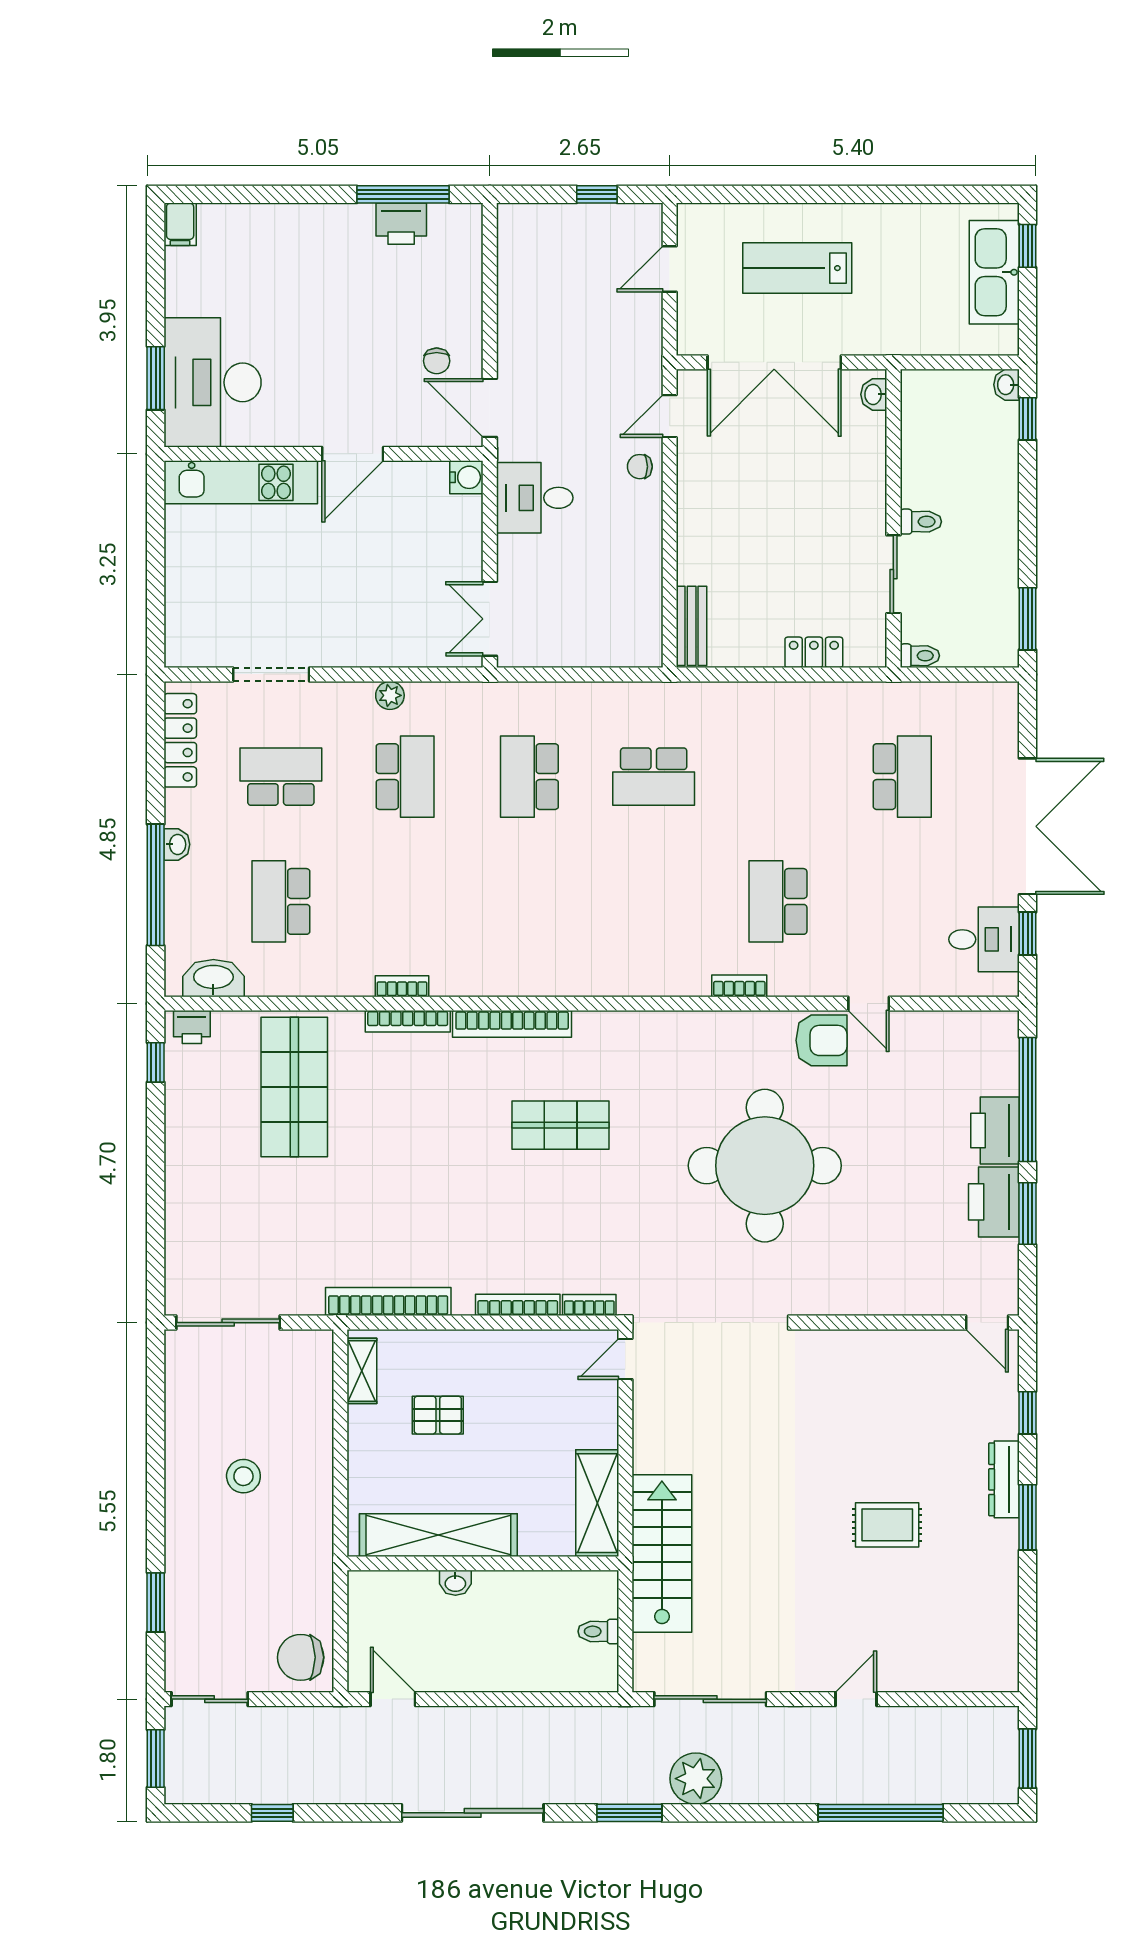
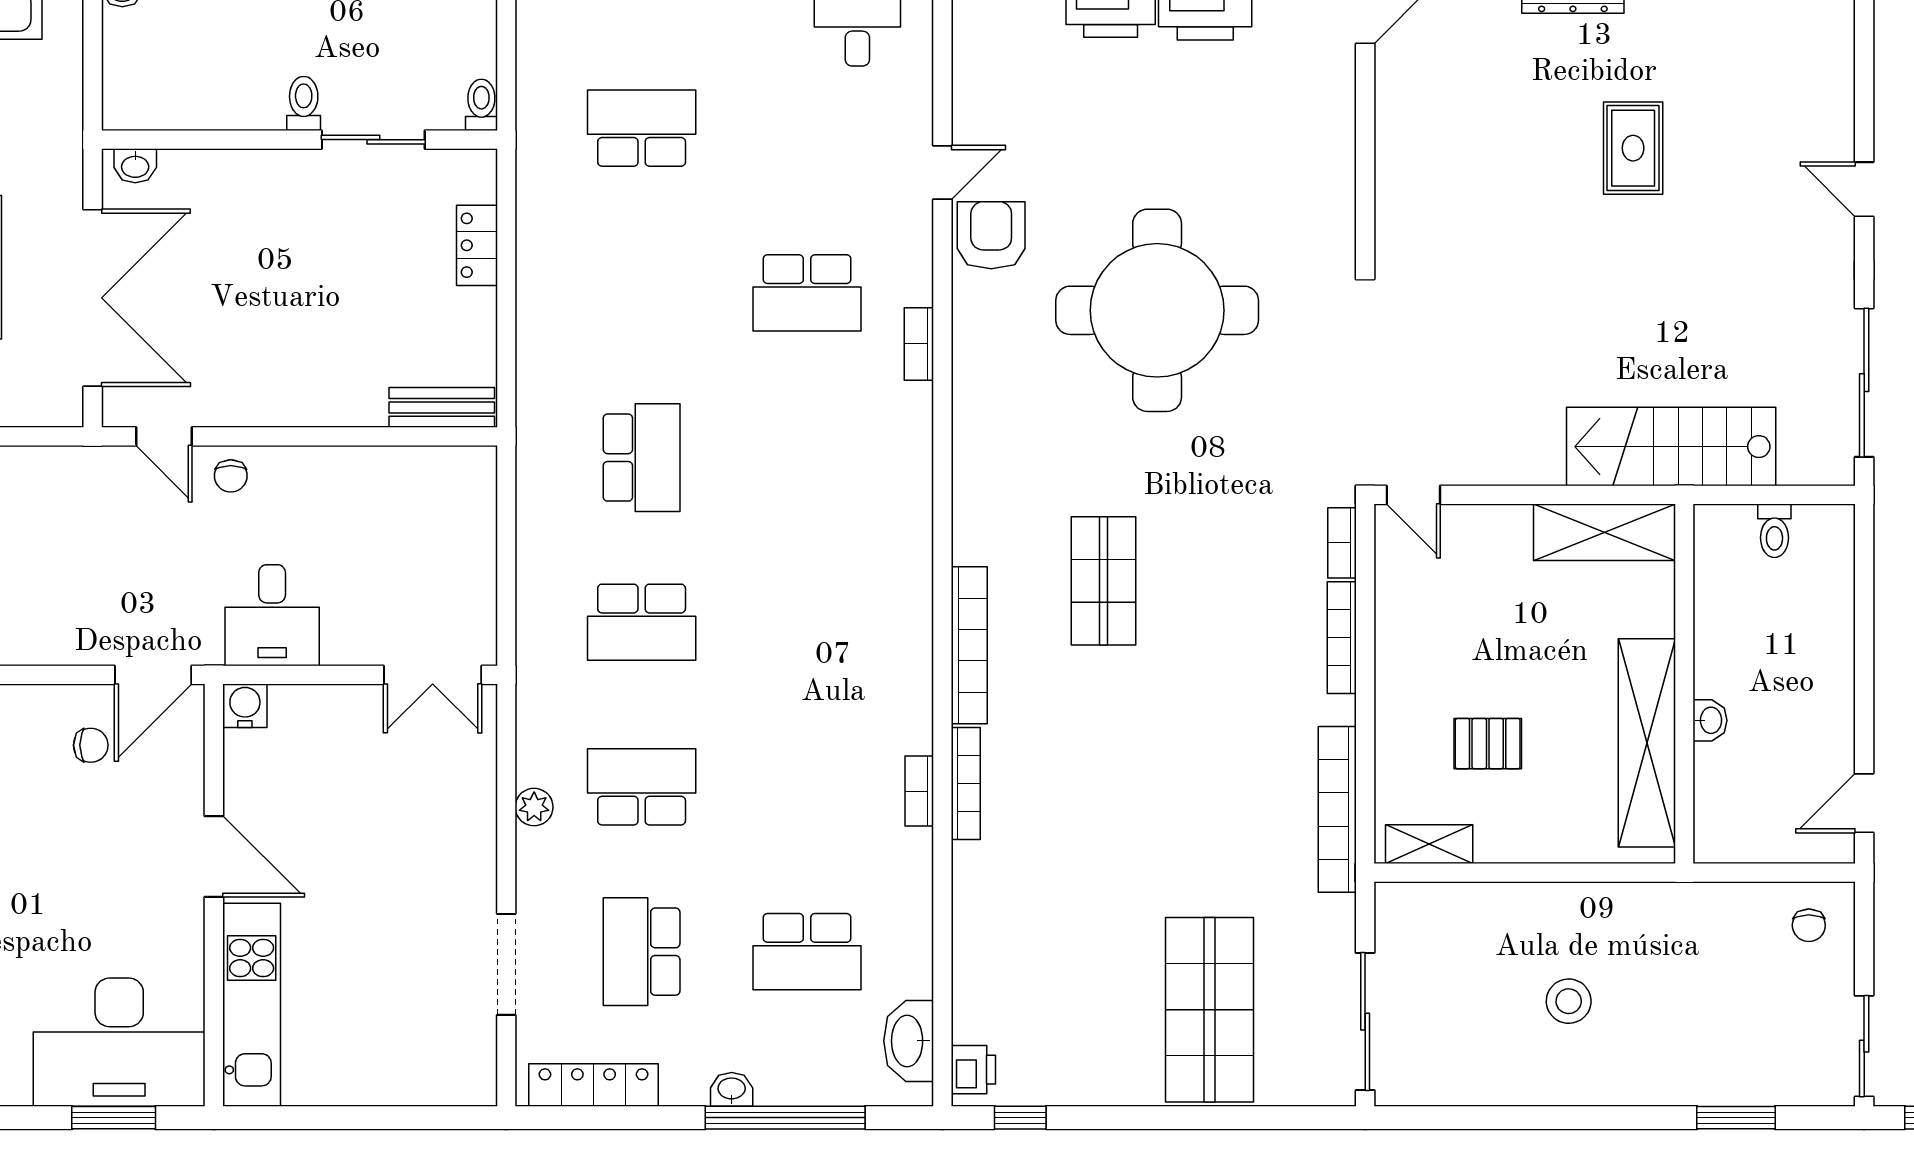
shop shelf: (294, 1087) -> (1210, 1010), moved, turned 90
pallet: (438, 1415) -> (1488, 744), turned 90
chair: (301, 1657) -> (1809, 925), width x0.54, depth x0.54

